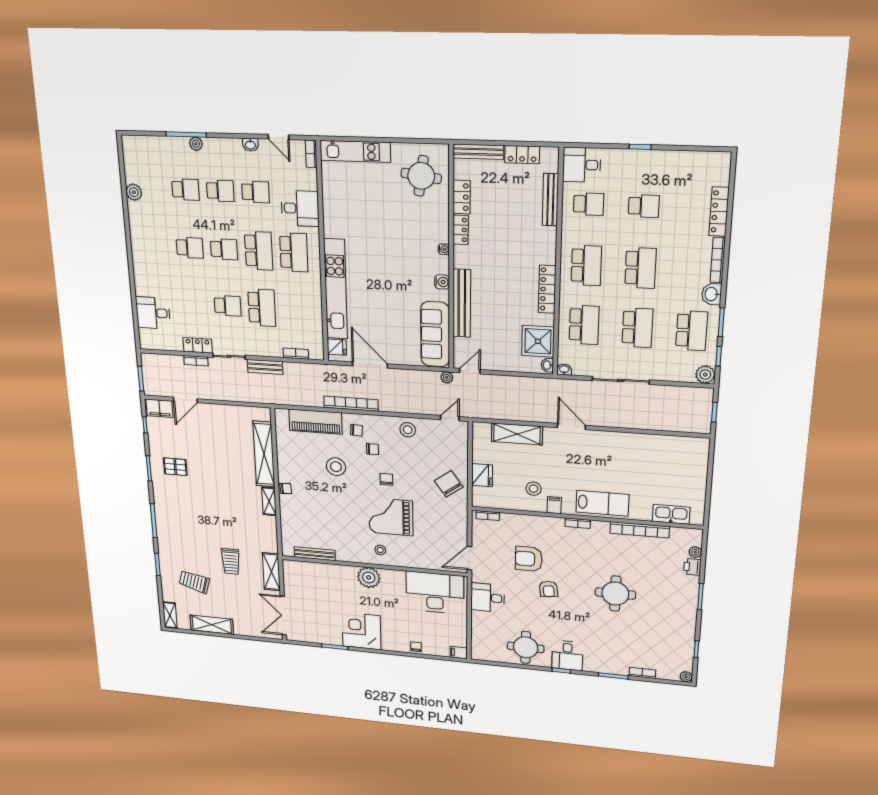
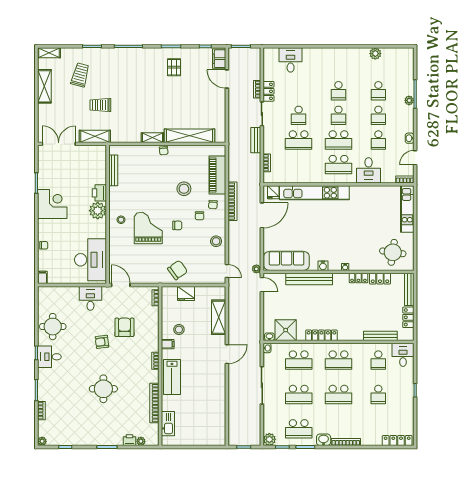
locker: (719, 212) -> (397, 441), moved
printer: (345, 573) -> (99, 193), added

